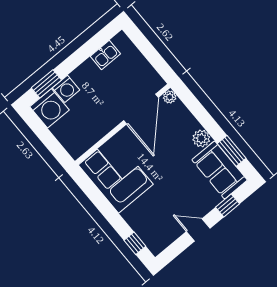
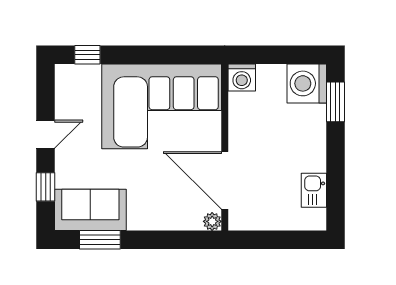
washing machine: (66, 89) -> (242, 77), moved, turned -90
plant: (201, 138) -> (140, 218), removed
corner sofa: (116, 175) -> (162, 106), width x1.36, depth x1.36

